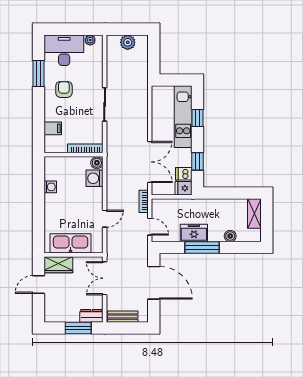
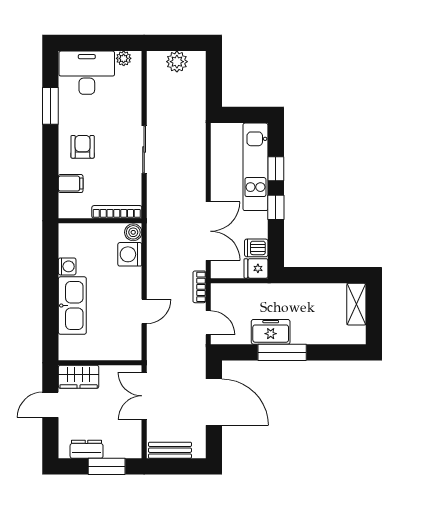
armchair: (64, 89) -> (83, 147), moved
window: (198, 161) -> (276, 207), moved
boiler: (230, 236) -> (322, 336), removed
kitchen sink: (71, 243) -> (72, 306), moved, turned 90
dresser: (91, 316) -> (87, 449), moved

